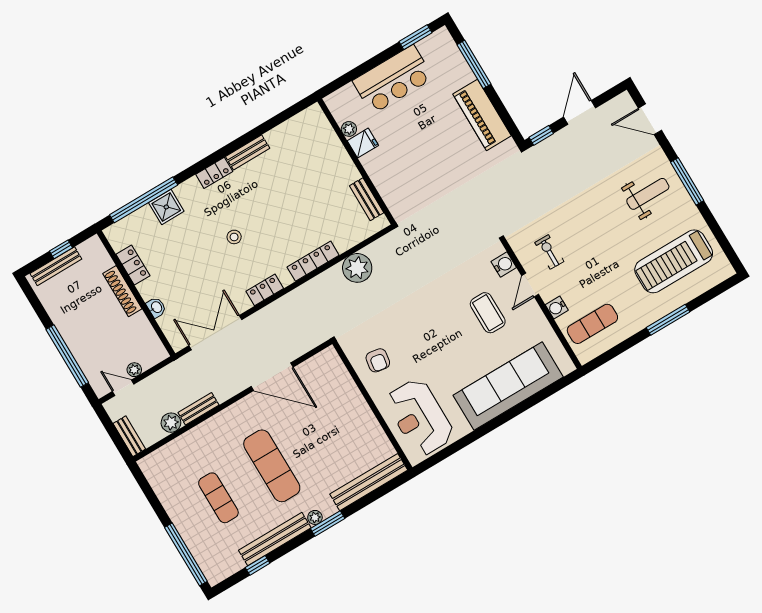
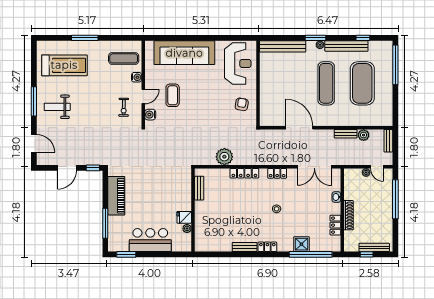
exercise mat: (218, 498) -> (362, 83), width x2.00, depth x1.45

